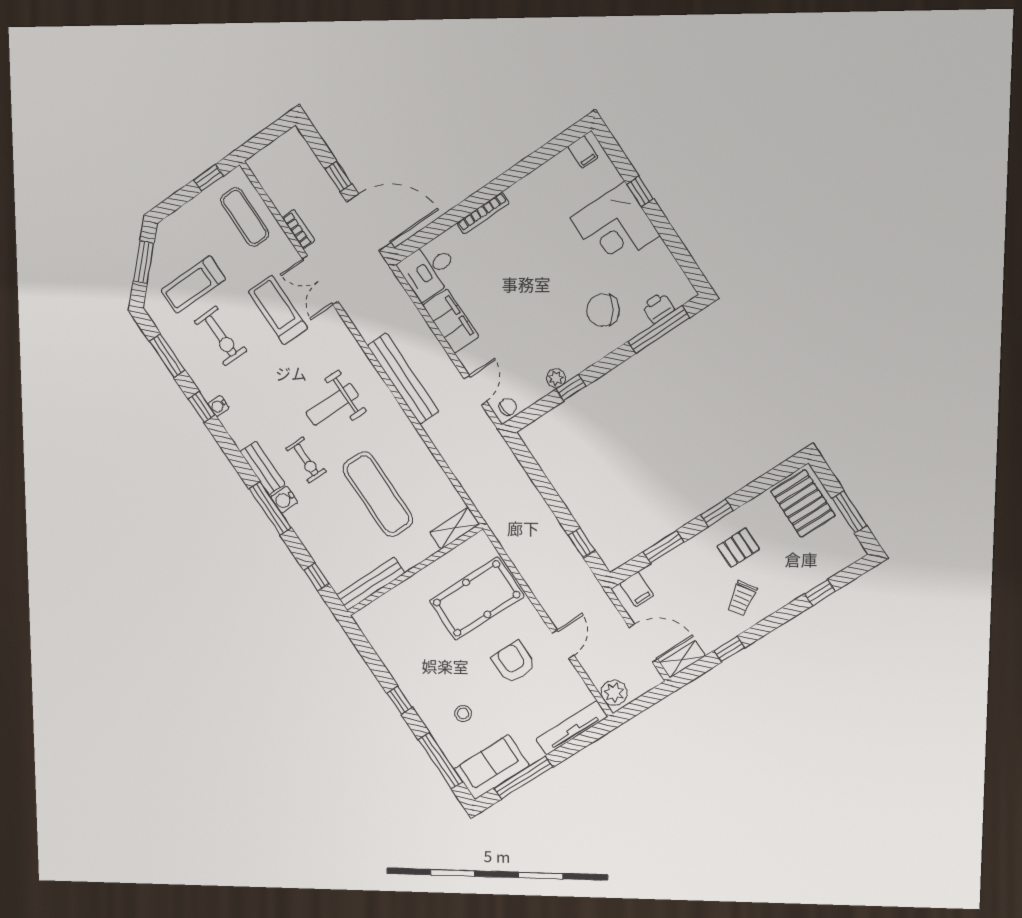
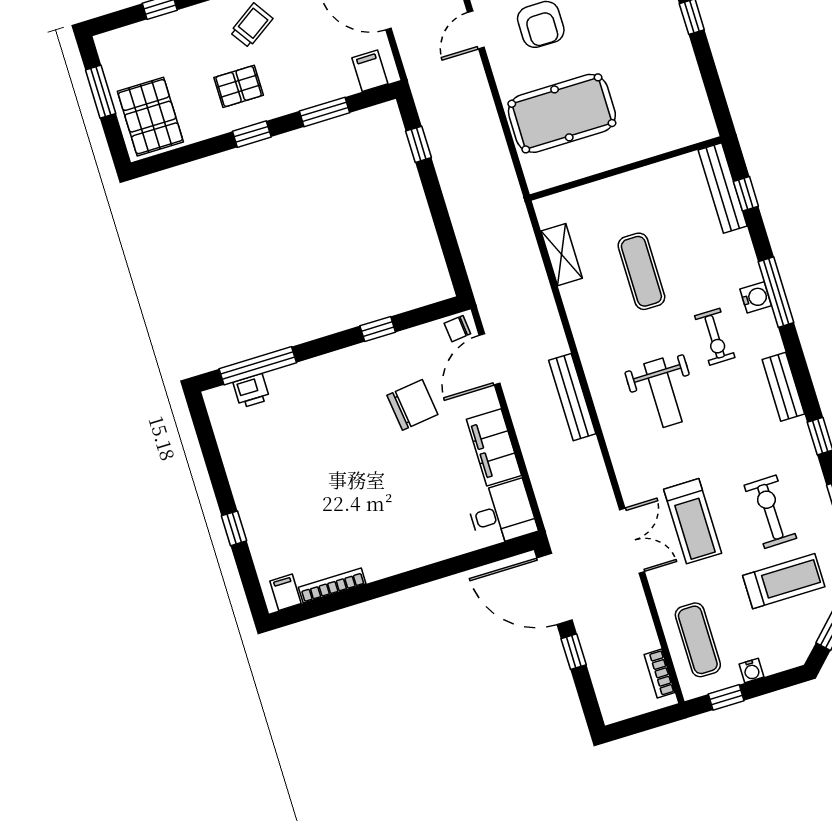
bookcase: (483, 213) -> (332, 586), moved
corner desk: (615, 227) -> (274, 497), removed
bookcase: (299, 229) -> (660, 674), moved
chair: (603, 310) -> (412, 405), moved, turned -40
plant: (556, 378) -> (392, 345), removed
bench: (403, 379) -> (572, 397), width x0.73, depth x0.82
door: (475, 390) -> (489, 359), width x1.38
weight bench: (332, 404) -> (663, 393), turned 90
water cooler: (218, 406) -> (751, 670), moved, turned 90
exercise bike: (306, 460) -> (715, 337), turned 180
bench: (263, 468) -> (783, 387), moved
exercise mat: (378, 494) -> (641, 271), width x0.73, depth x0.69
shelving: (455, 528) -> (562, 255), moved, turned 90
bench: (371, 584) -> (723, 188), moved, turned 90

